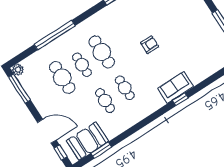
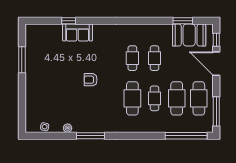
window: (55, 35) -> (186, 136), moved
plant: (18, 70) -> (208, 127), removed
sofa: (176, 87) -> (77, 33), moved
cafe table: (42, 90) -> (199, 98), added
window: (180, 99) -> (69, 21), moved

